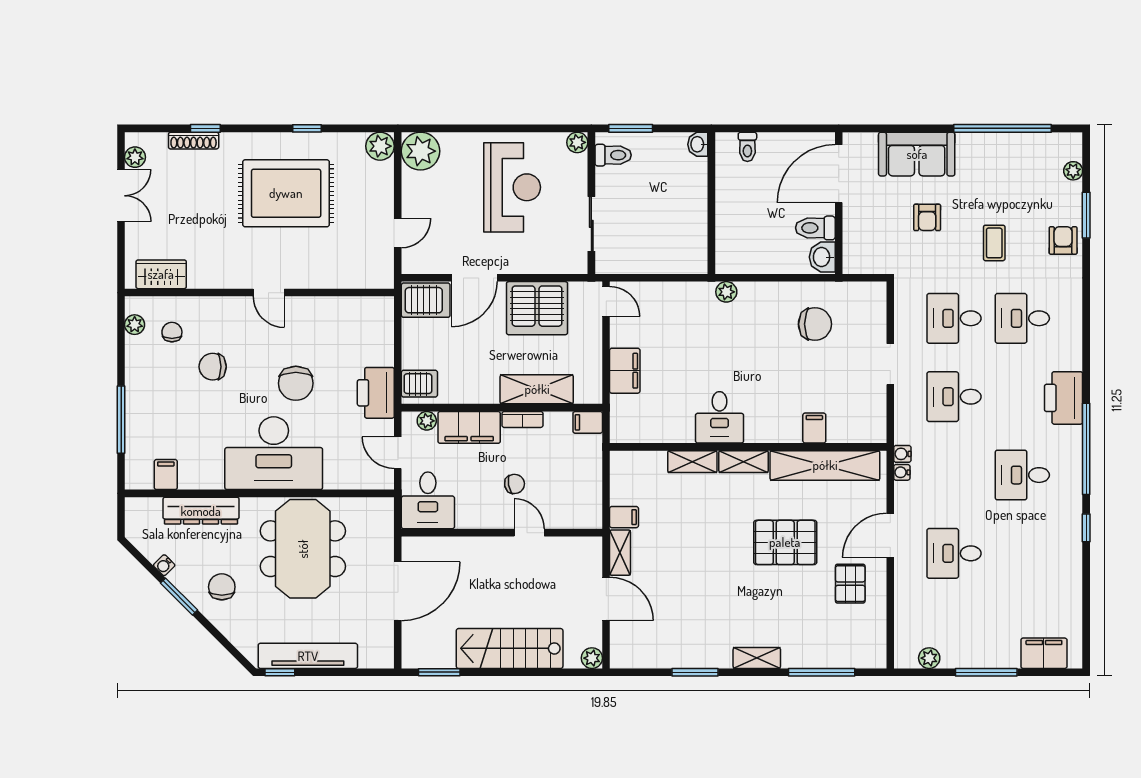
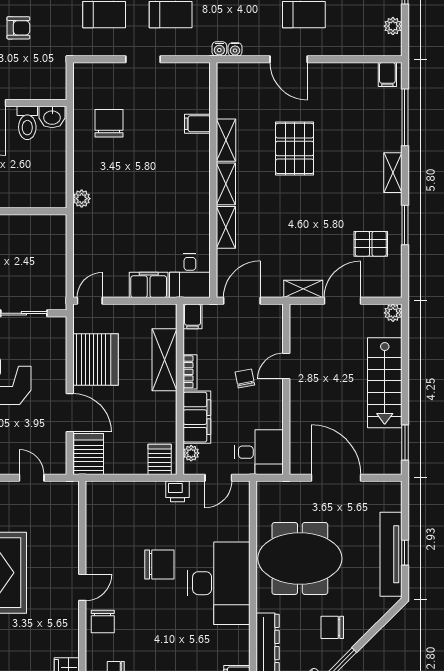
chair: (213, 367) -> (103, 621), moved
printer: (376, 393) -> (178, 491), width x0.53, depth x0.68
desk: (720, 417) -> (190, 276), moved, turned 90
shelving: (825, 465) -> (226, 140), width x0.45, depth x0.75
door: (606, 480) -> (242, 301), added
filing cabinet: (624, 517) -> (387, 75), moved, turned 180
pallet: (850, 584) -> (371, 244), moved
window: (280, 672) -> (405, 553), moved

